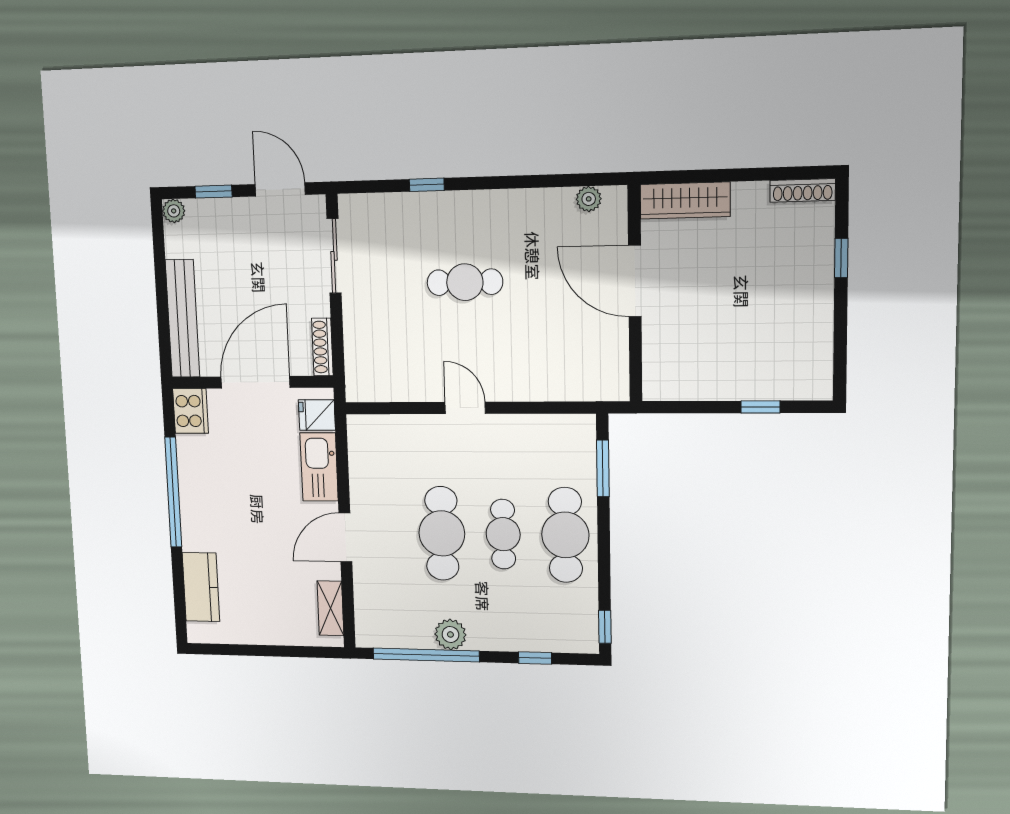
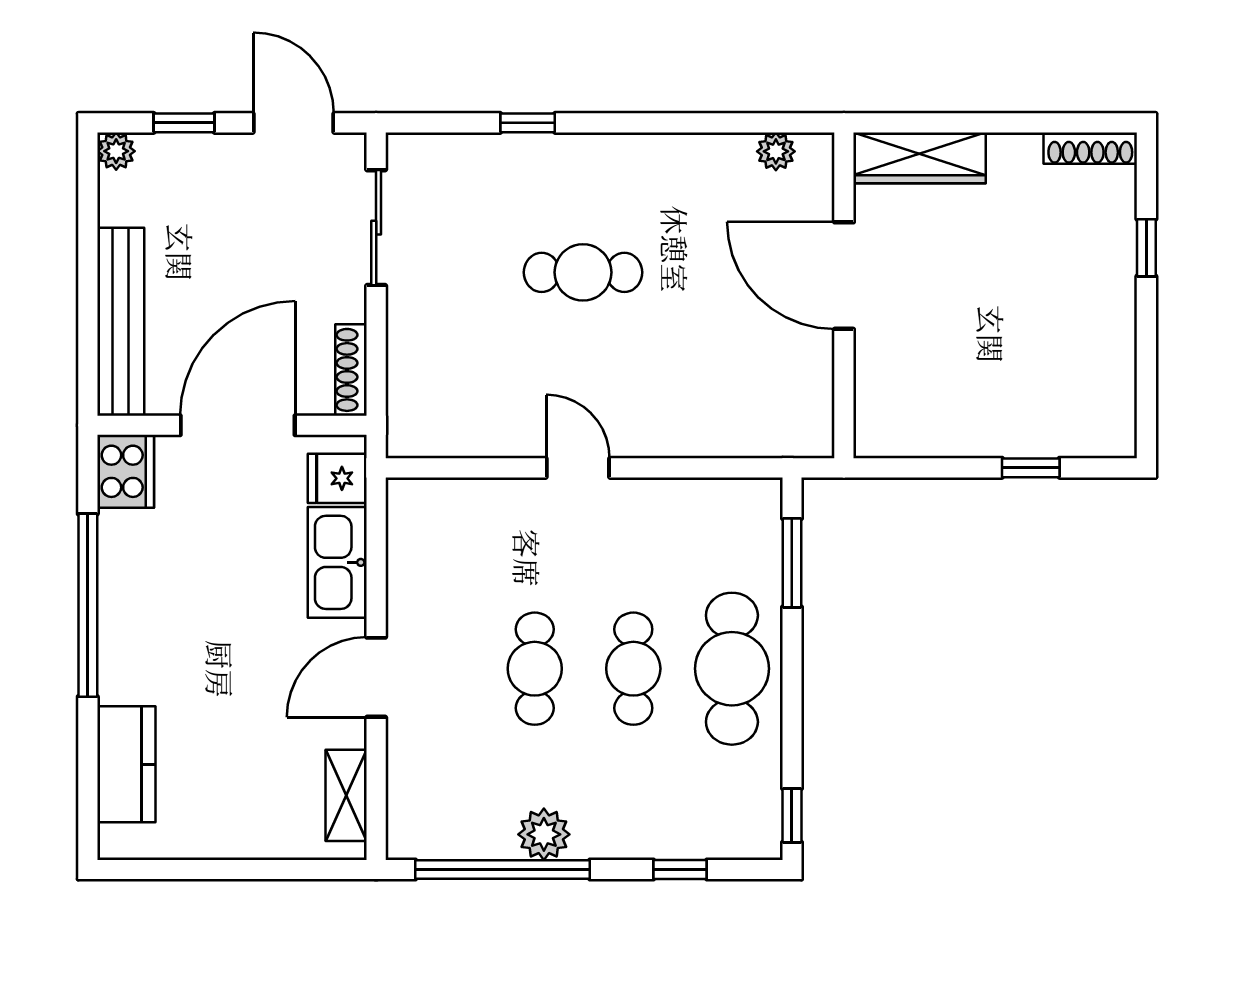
cafe table: (442, 533) -> (535, 669), width x0.73, depth x0.74

